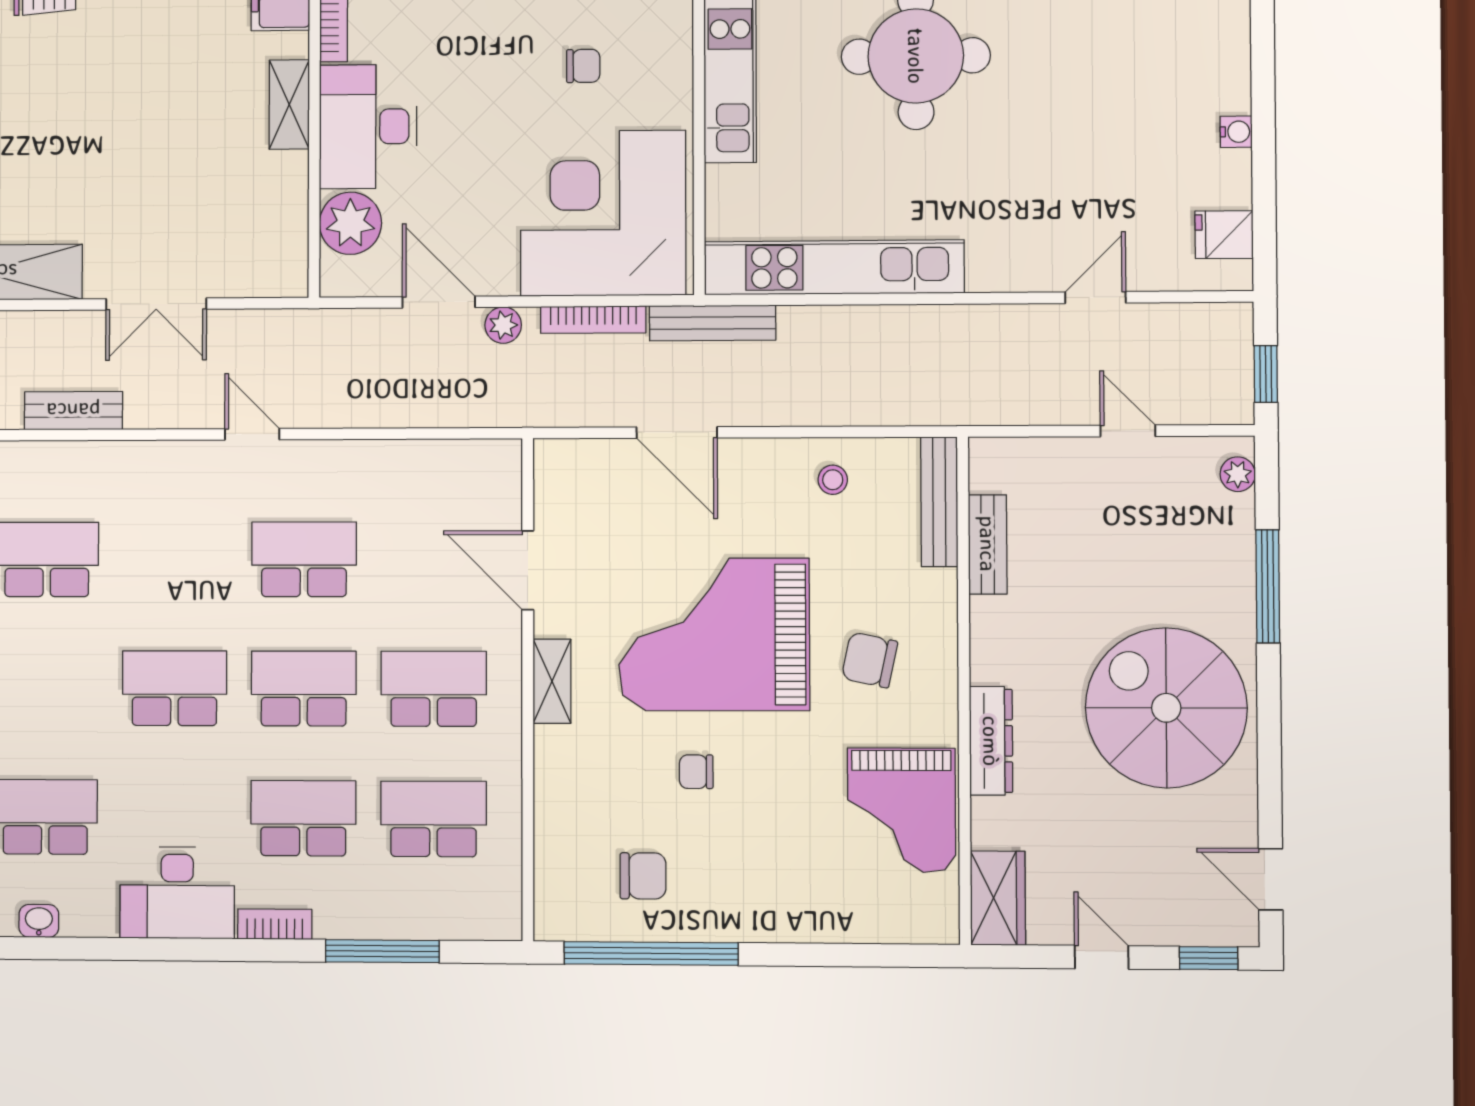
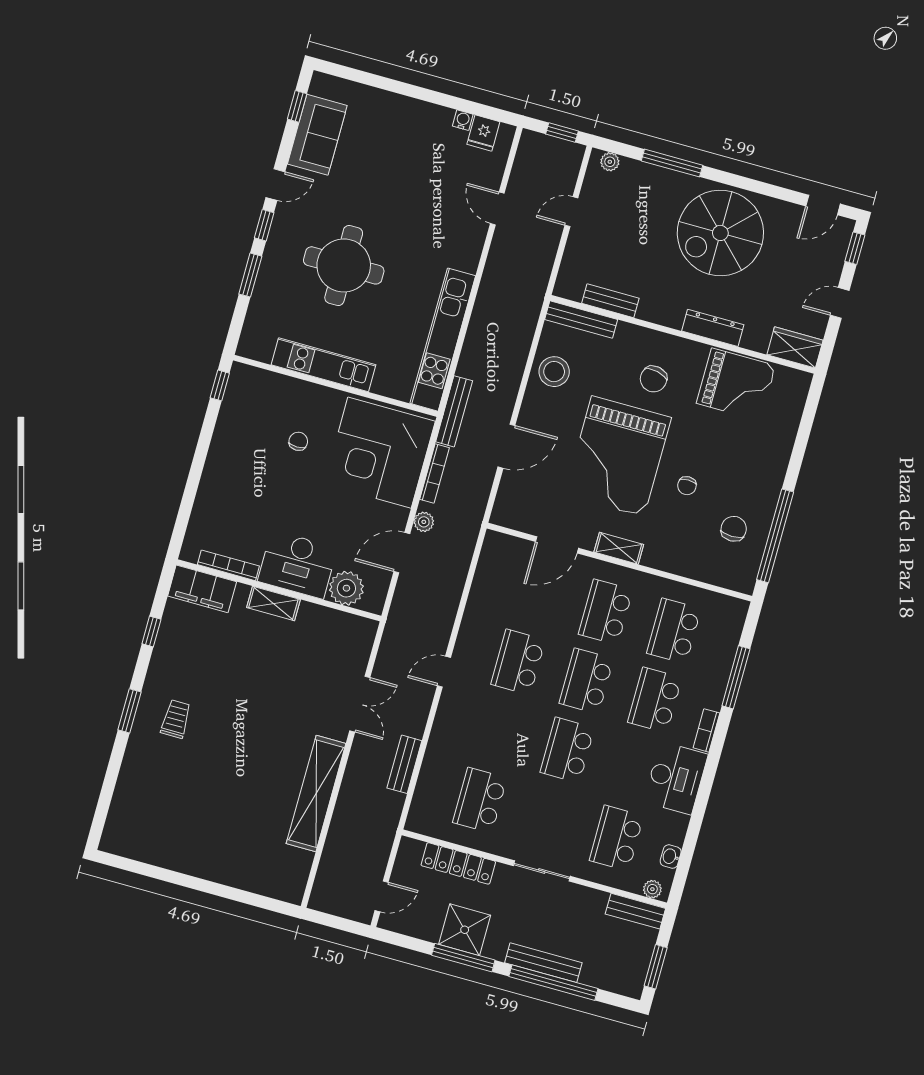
water cooler: (1236, 132) -> (463, 120), moved
stool: (833, 480) -> (554, 372), width x1.89, depth x1.89

